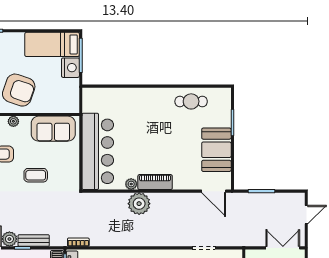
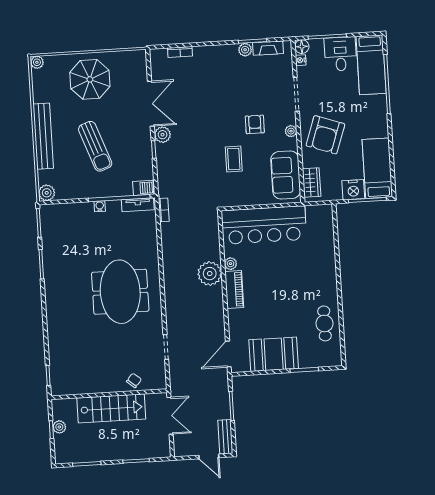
wardrobe: (62, 105) -> (312, 183), added
bench: (34, 240) -> (225, 437), moved
double door: (283, 248) -> (170, 416), moved

